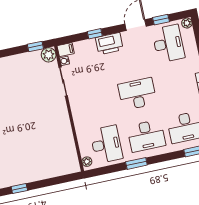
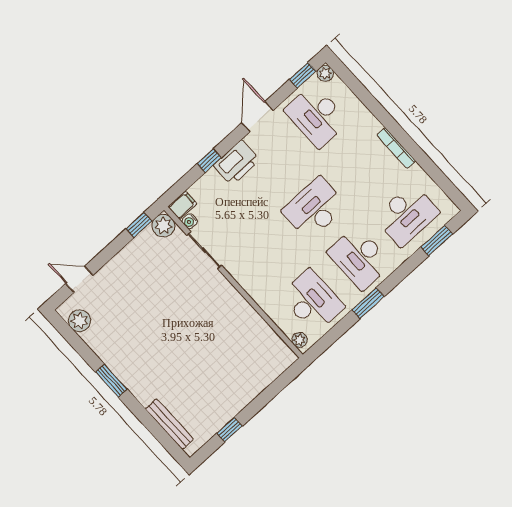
window: (161, 20) -> (303, 75), moved
desk: (168, 44) -> (316, 116), turned 180
desk: (146, 136) -> (359, 258), turned 90

